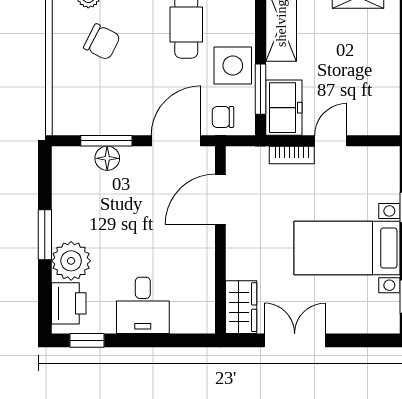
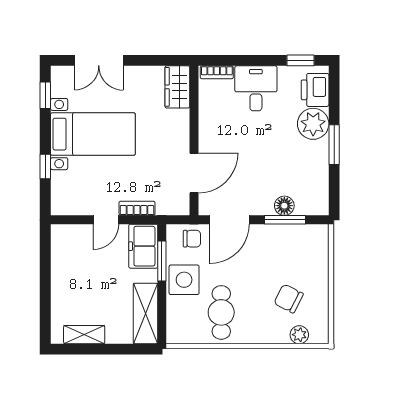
bookcase: (192, 325) -> (217, 72), added
double door: (295, 340) -> (99, 60), moved

